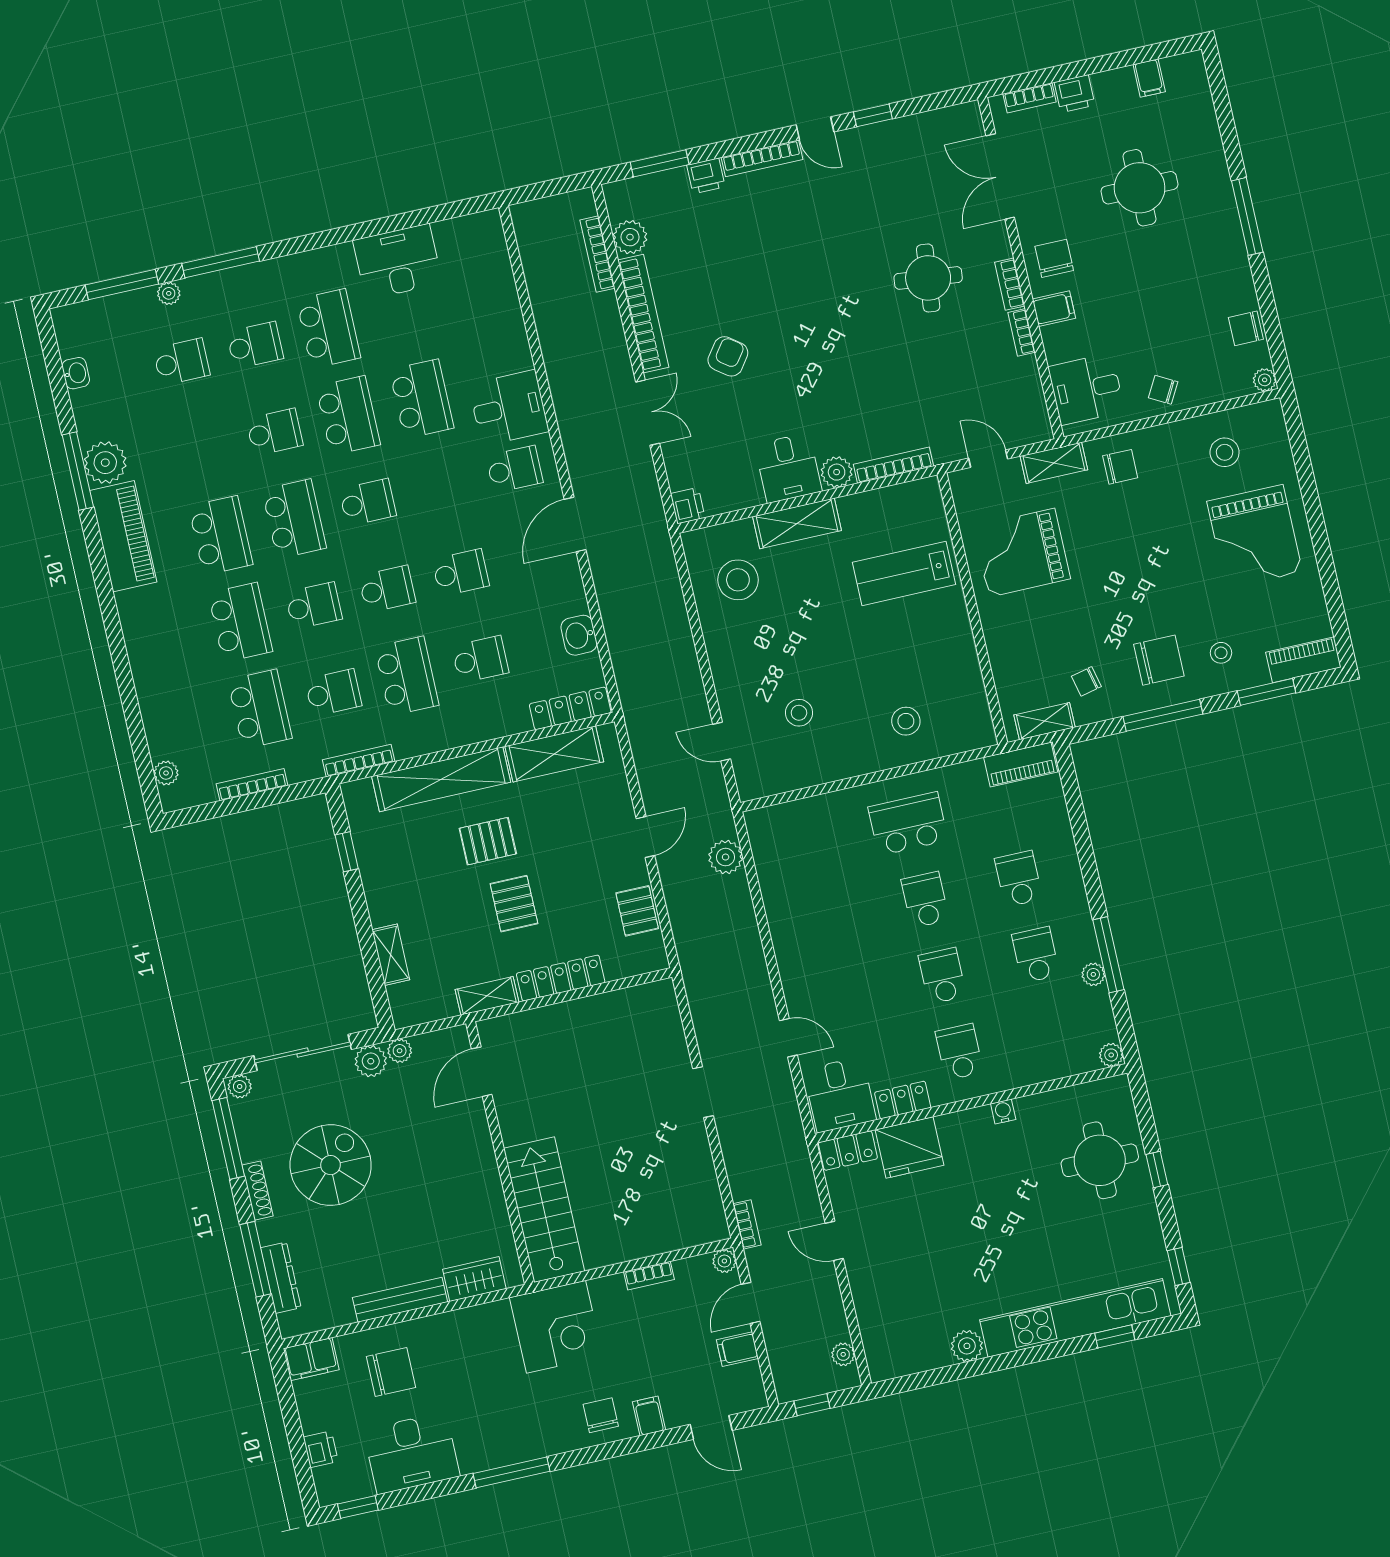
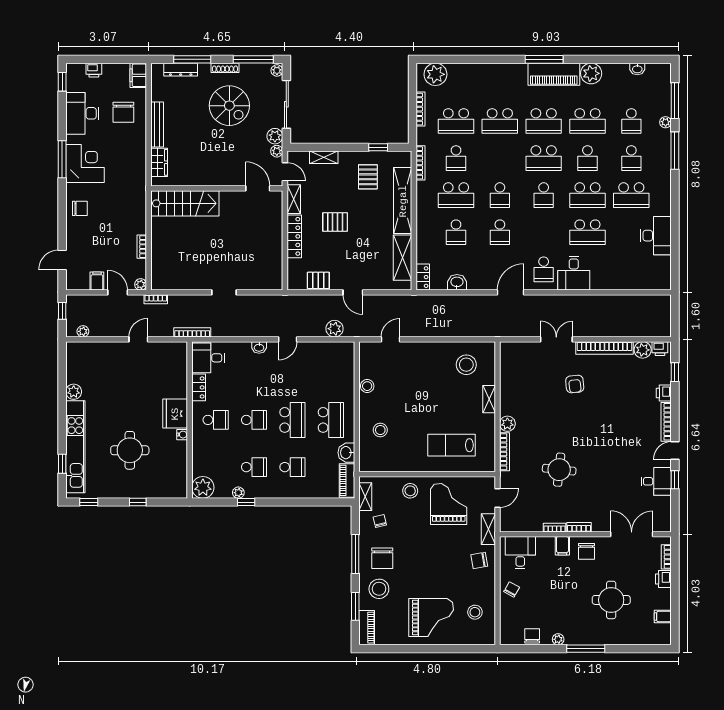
window: (660, 163) -> (675, 372), width x0.67
bookcase: (597, 254) -> (192, 332), moved
chair: (1054, 258) -> (587, 551), turned 90
round table: (928, 278) -> (559, 470), moved
armchair: (728, 356) -> (575, 384), turned 48
plant: (1265, 380) -> (558, 639), moved
double door: (648, 413) -> (556, 339), swing flipped
chair: (1120, 467) -> (479, 560), turned 80
desk: (788, 468) -> (656, 481), moved, turned 180
window: (78, 471) -> (544, 59), moved
printer: (688, 506) -> (660, 349), moved
shelving: (797, 523) -> (489, 399), width x0.67, depth x0.75
door: (575, 524) -> (511, 292), hinge flipped
grand piano: (1255, 537) -> (431, 617), turned 180
lab bench: (904, 573) -> (451, 445), turned -90
school desk: (314, 606) -> (587, 121), moved, width x1.85
stool: (1013, 635) -> (410, 491), added
stool: (1221, 653) -> (379, 589), width x1.89, depth x1.89
locker: (570, 708) -> (423, 277), width x0.66
stool: (799, 713) -> (367, 386), moved
plant: (166, 773) -> (435, 74), width x1.88, depth x1.88
washbasin: (966, 778) -> (346, 453), added
pallet: (488, 841) -> (368, 177), moved
school desk: (925, 900) -> (292, 420), width x1.85
window: (1108, 955) -> (246, 502), width x0.46
washbasin: (796, 998) -> (259, 347), added
door: (437, 1025) -> (285, 172), added
door: (788, 1038) -> (288, 339), moved
plant: (1111, 1055) -> (203, 487), width x1.87, depth x1.87
fridge: (909, 1147) -> (175, 414), moved
locker: (848, 1151) -> (180, 356), removed
round table: (1100, 1160) -> (130, 450), moved
corner desk: (556, 1327) -> (85, 164), moved, turned 180
filing cabinet: (649, 1416) -> (74, 231), removed

